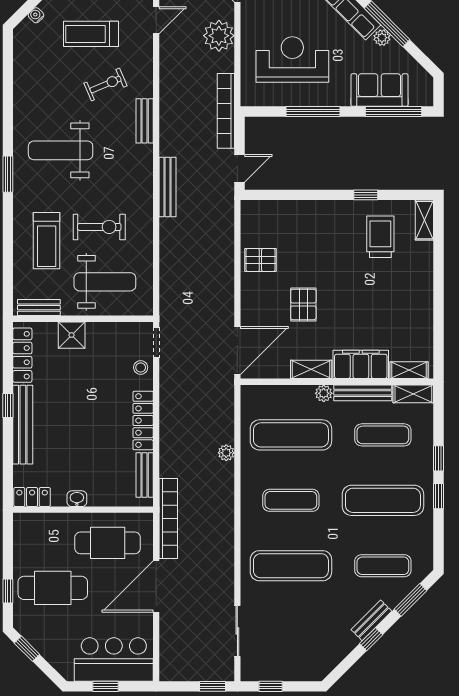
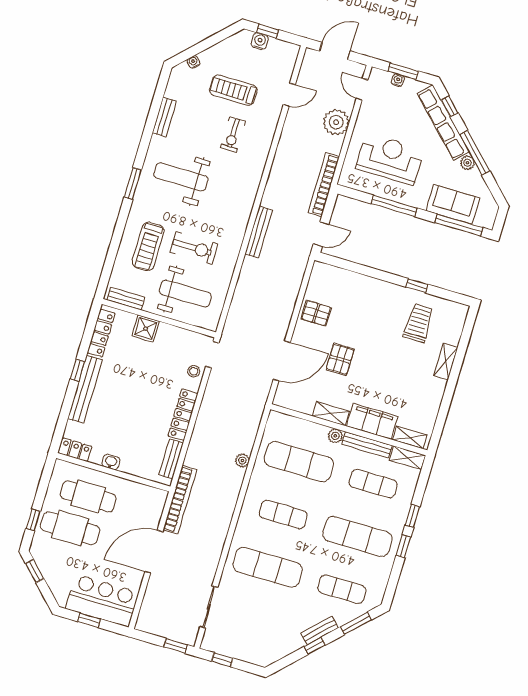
exercise bike: (105, 85) -> (233, 134), turned 113
bench: (145, 121) -> (164, 117), moved
shelving: (424, 220) -> (446, 361), moved
door: (237, 351) -> (282, 361), moved
cafe table: (108, 543) -> (88, 496), moved

